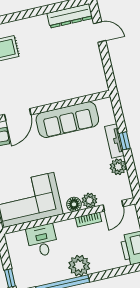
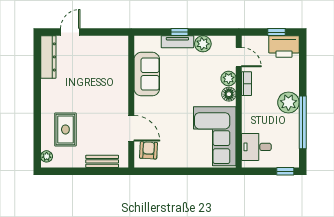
sofa: (67, 120) -> (147, 74), width x0.73
desk: (42, 240) -> (256, 147), moved

